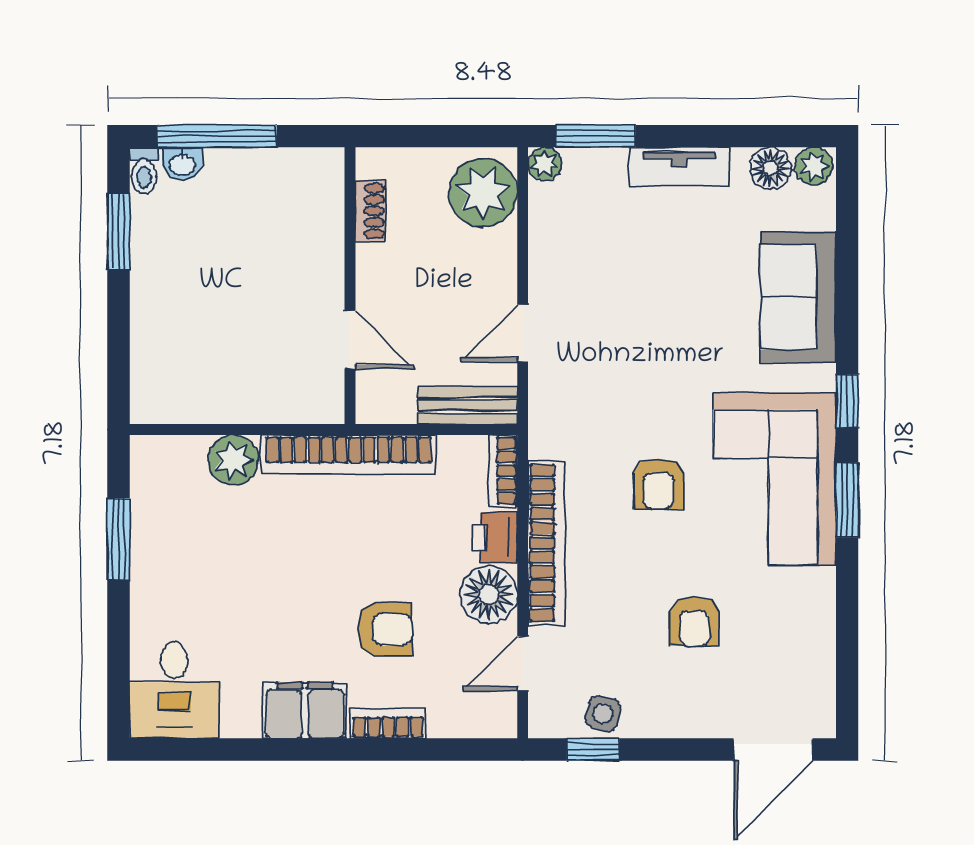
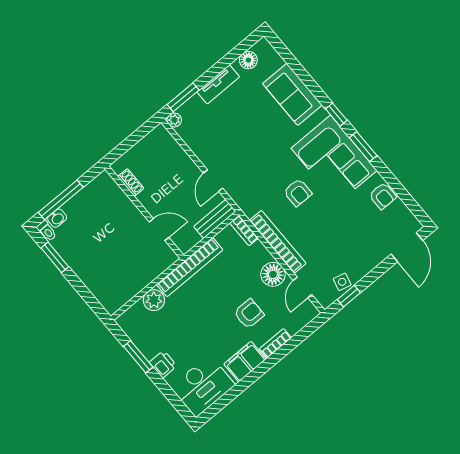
plant: (814, 166) -> (262, 48), removed
plant: (483, 192) -> (162, 146), removed
printer: (495, 538) -> (163, 364), moved, turned 180
armchair: (694, 621) -> (383, 196), moved
desk: (174, 690) -> (203, 386), width x1.37

